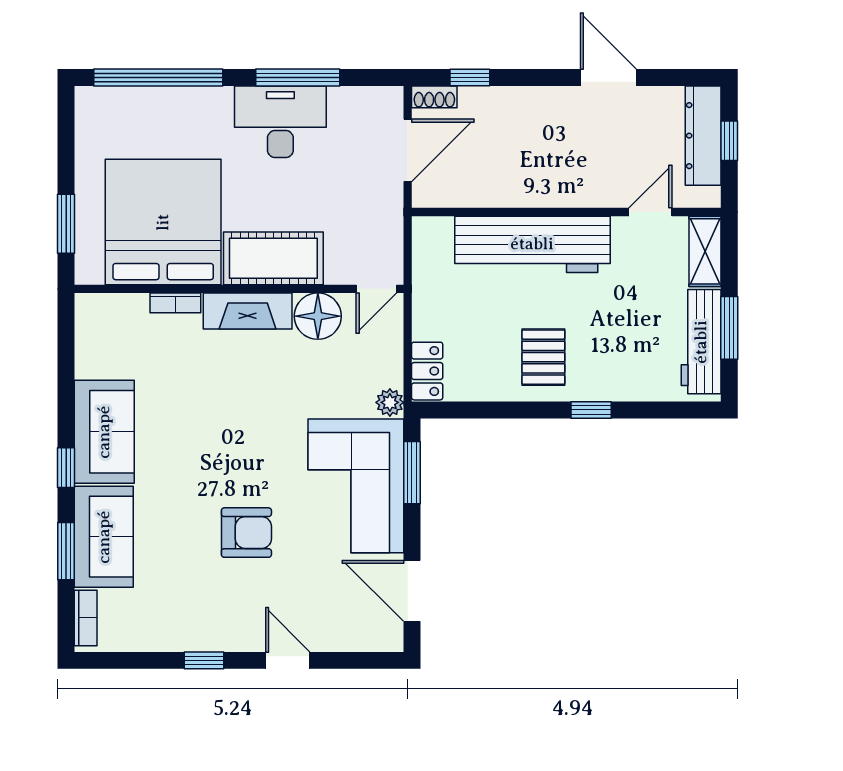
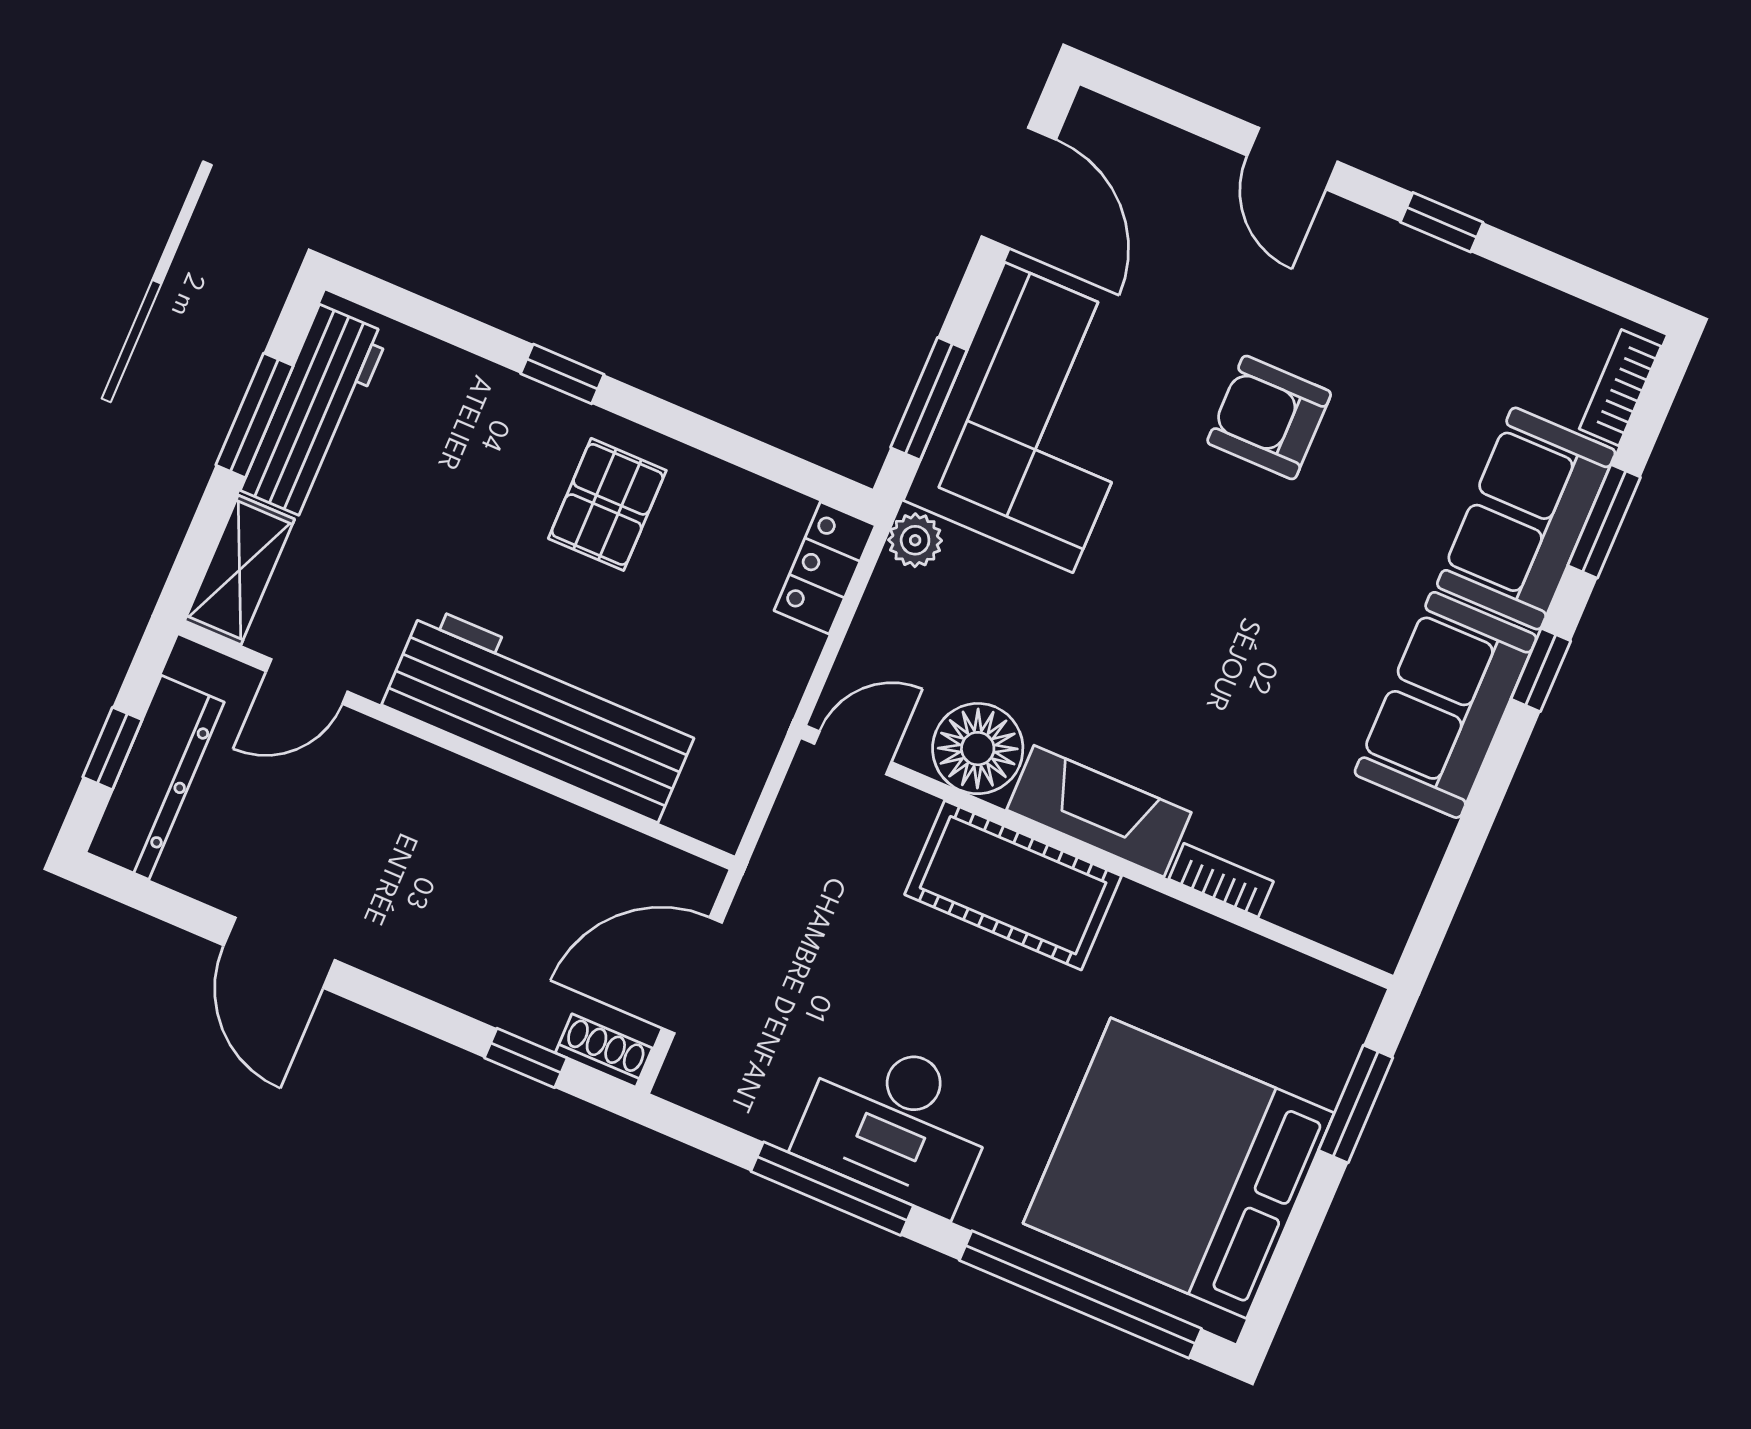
bed: (163, 222) -> (1179, 1168), moved, turned 90

